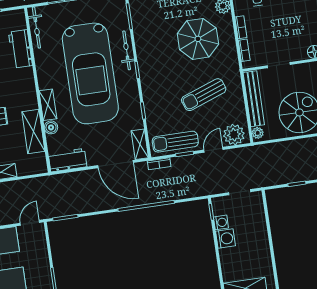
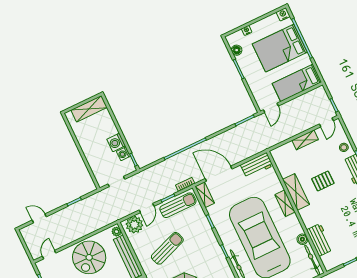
boiler: (51, 127) -> (302, 239), moved
shelving: (33, 131) -> (296, 192), moved

